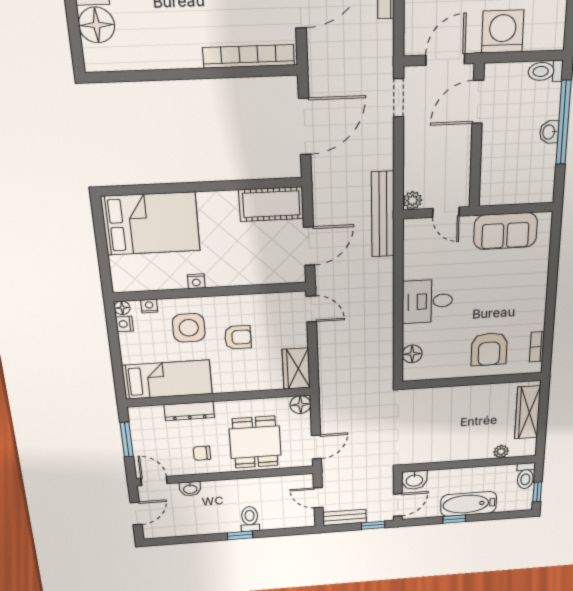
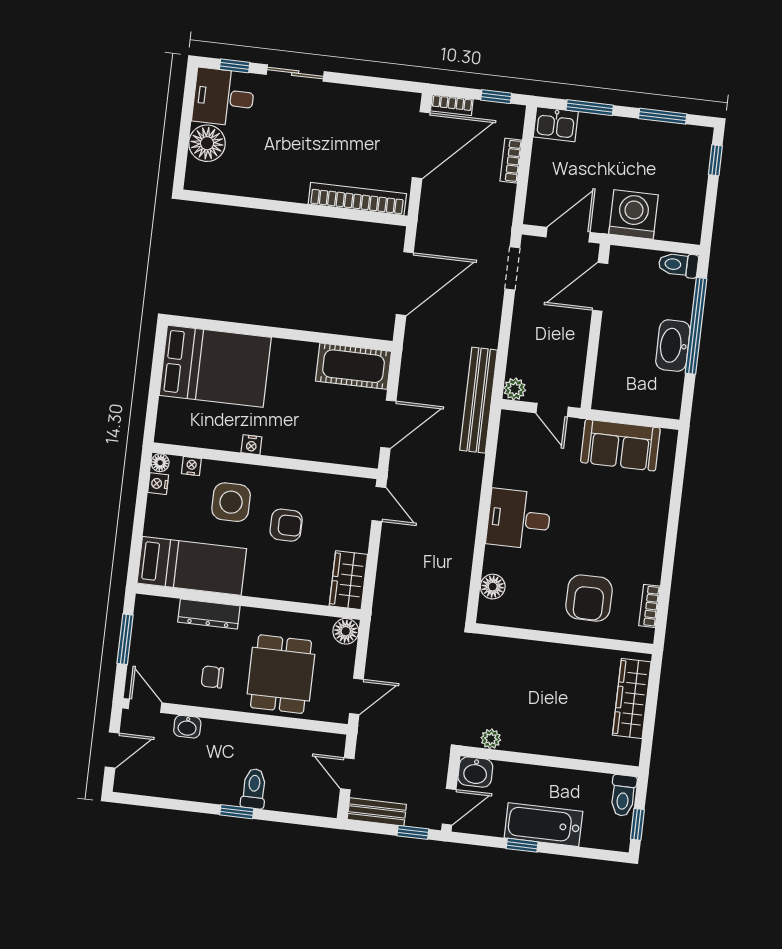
washbasin: (549, 132) -> (673, 346), width x1.91, depth x1.45
plant: (501, 452) -> (491, 739), moved

